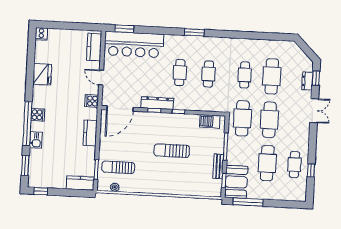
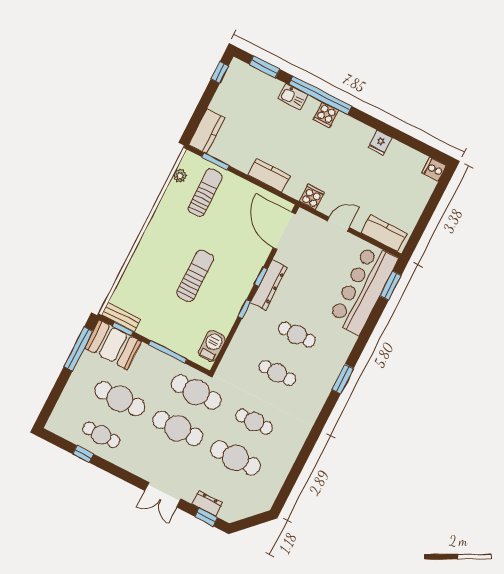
fridge: (42, 74) -> (380, 143), width x0.53, depth x0.75
bench: (218, 166) -> (121, 317), moved

